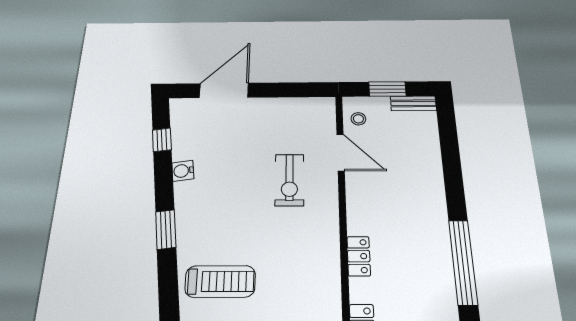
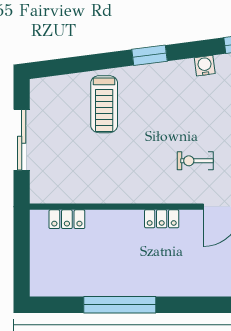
exercise bike: (289, 180) -> (195, 161), width x0.73, depth x0.72
locker: (359, 256) -> (162, 219), moved

